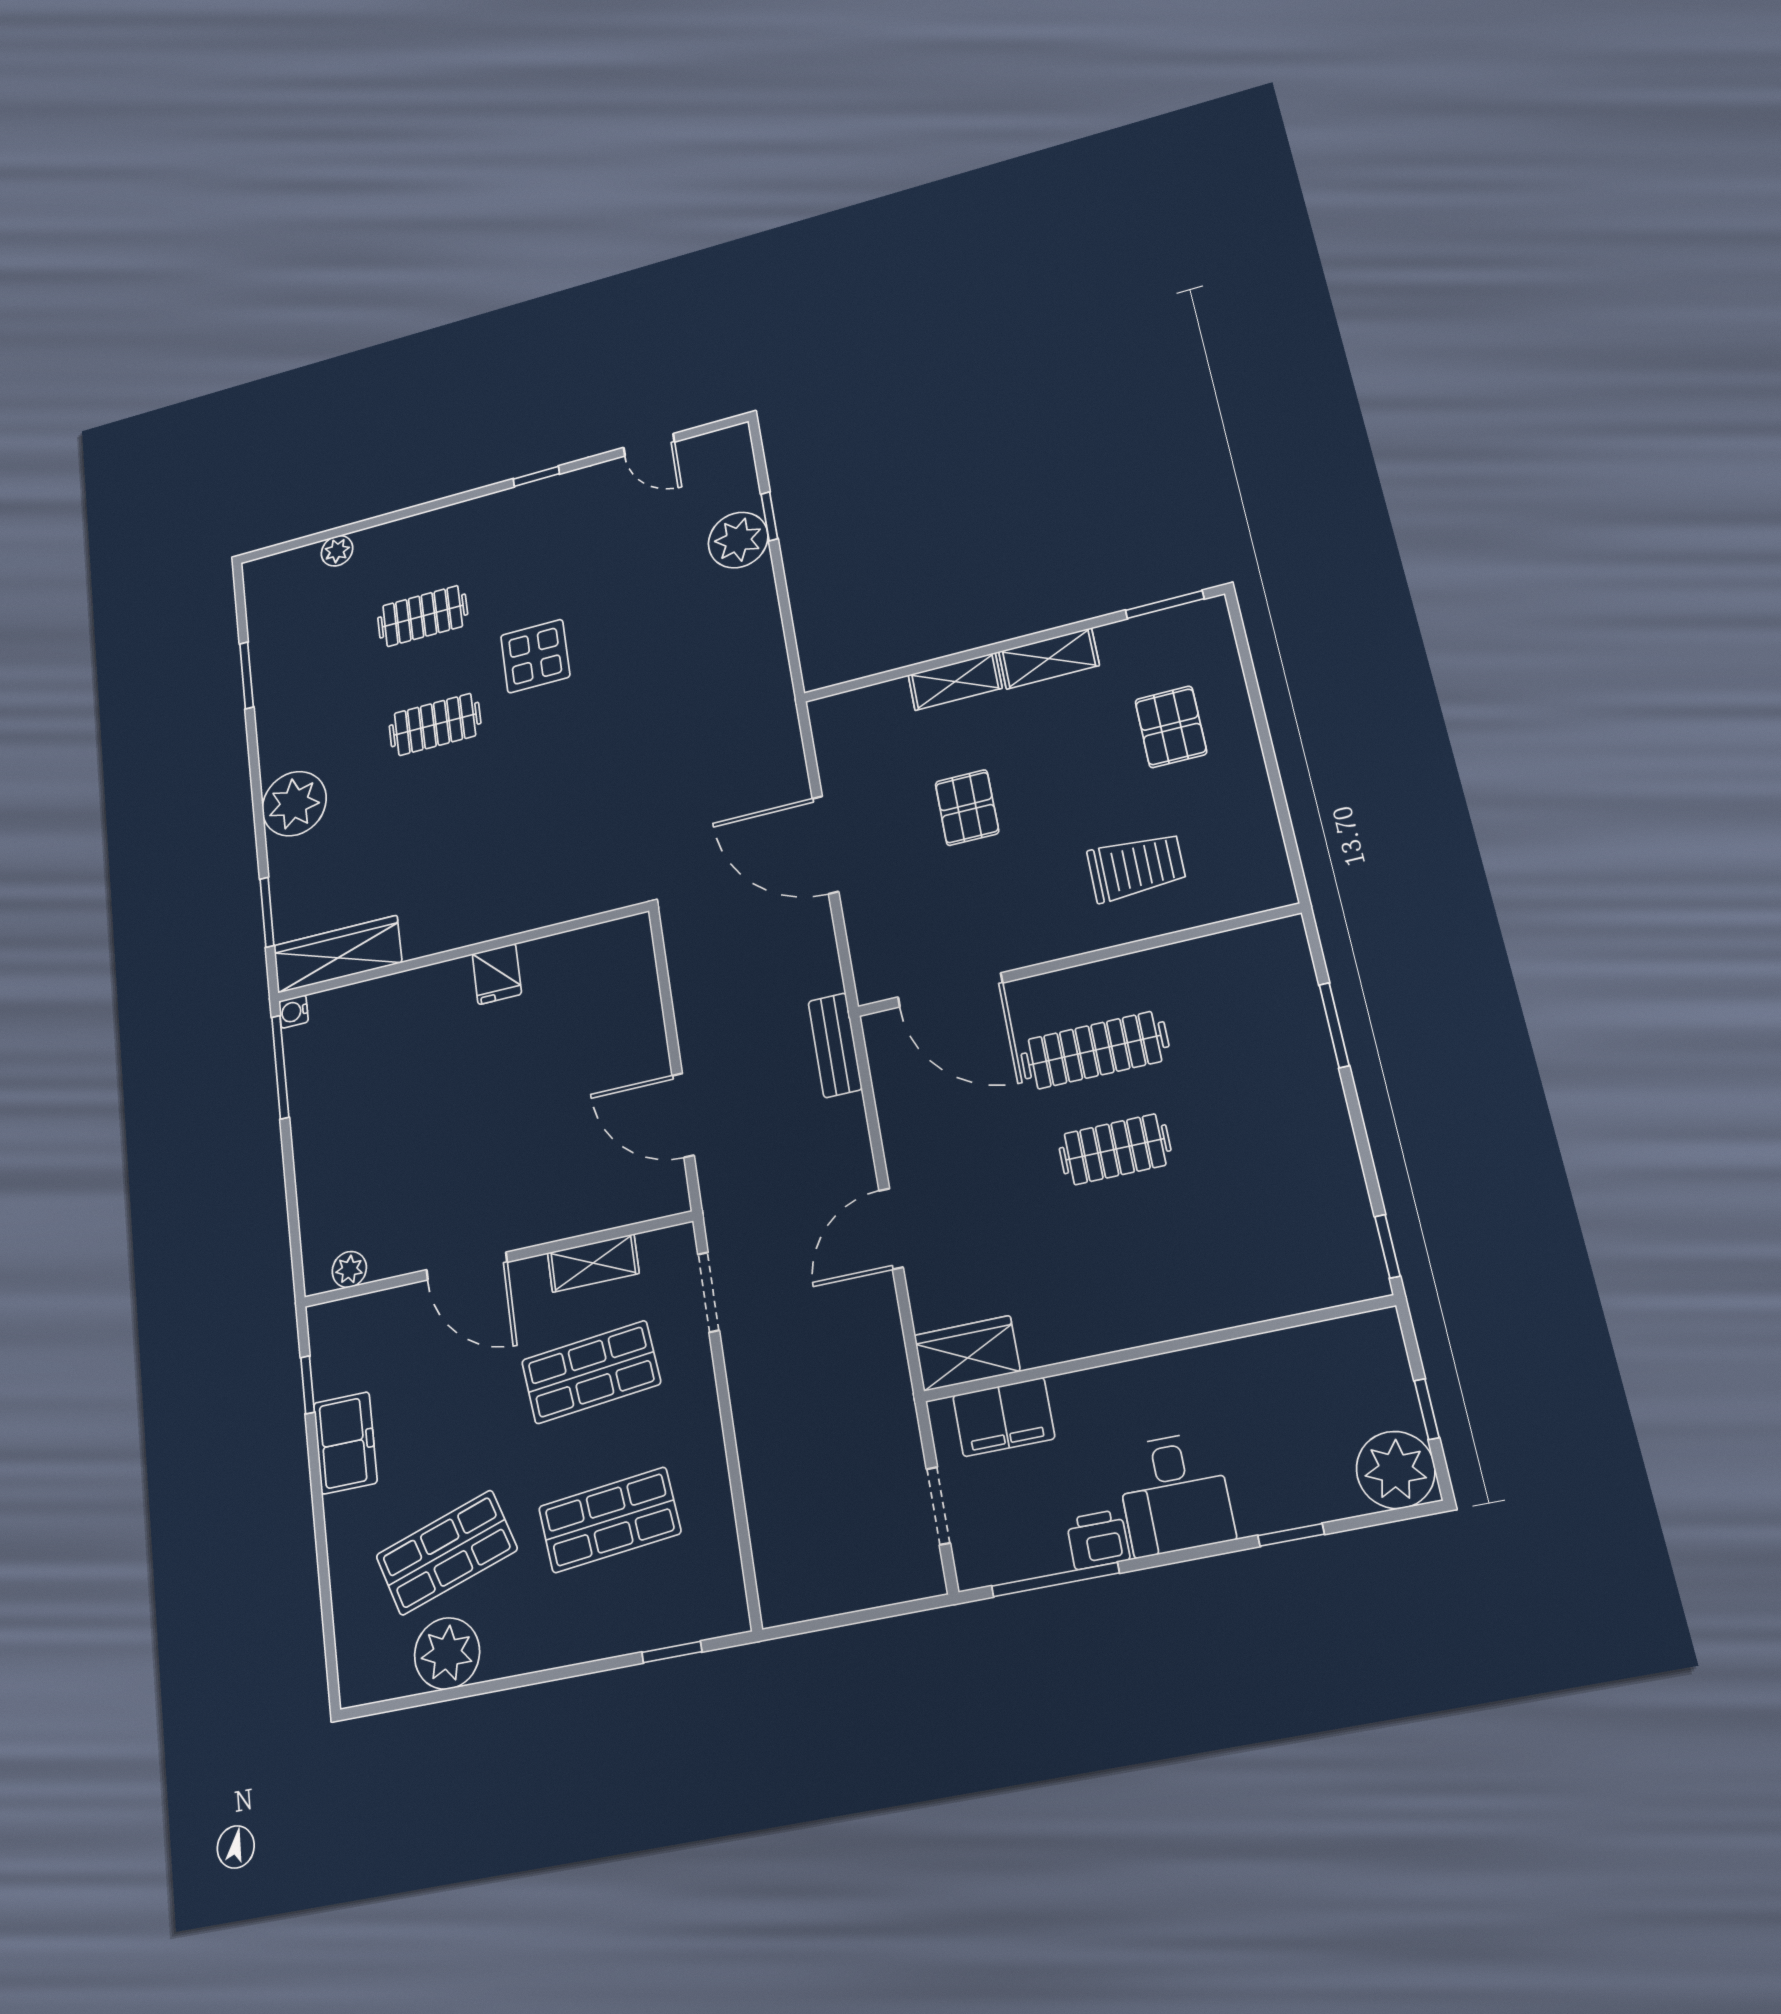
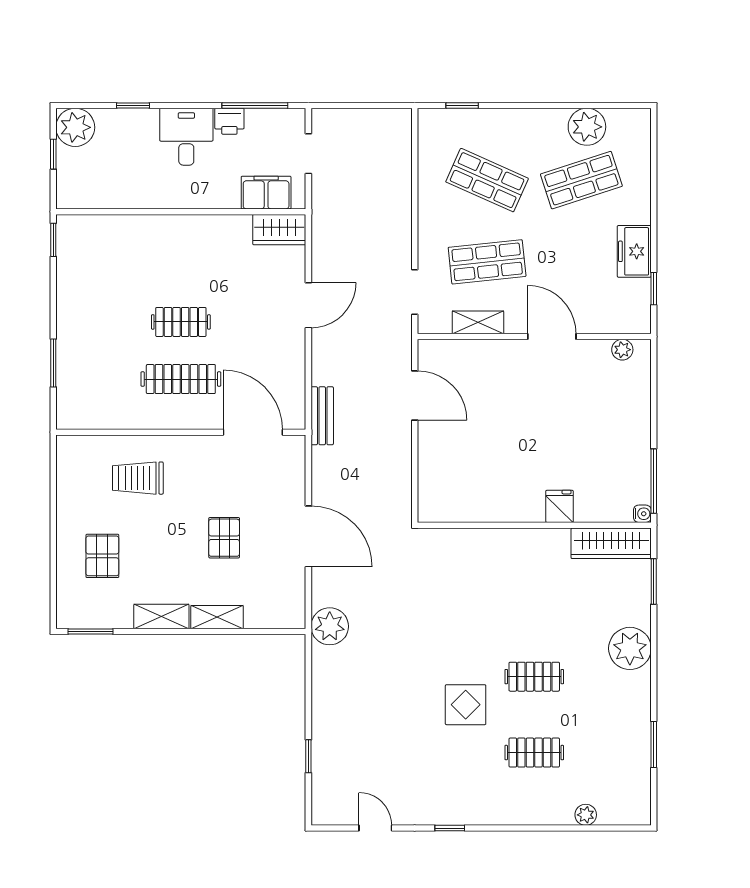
plant: (738, 540) -> (330, 626), moved
fridge: (497, 974) -> (559, 506), moved
shop shelf: (610, 1520) -> (487, 180), turned 30

